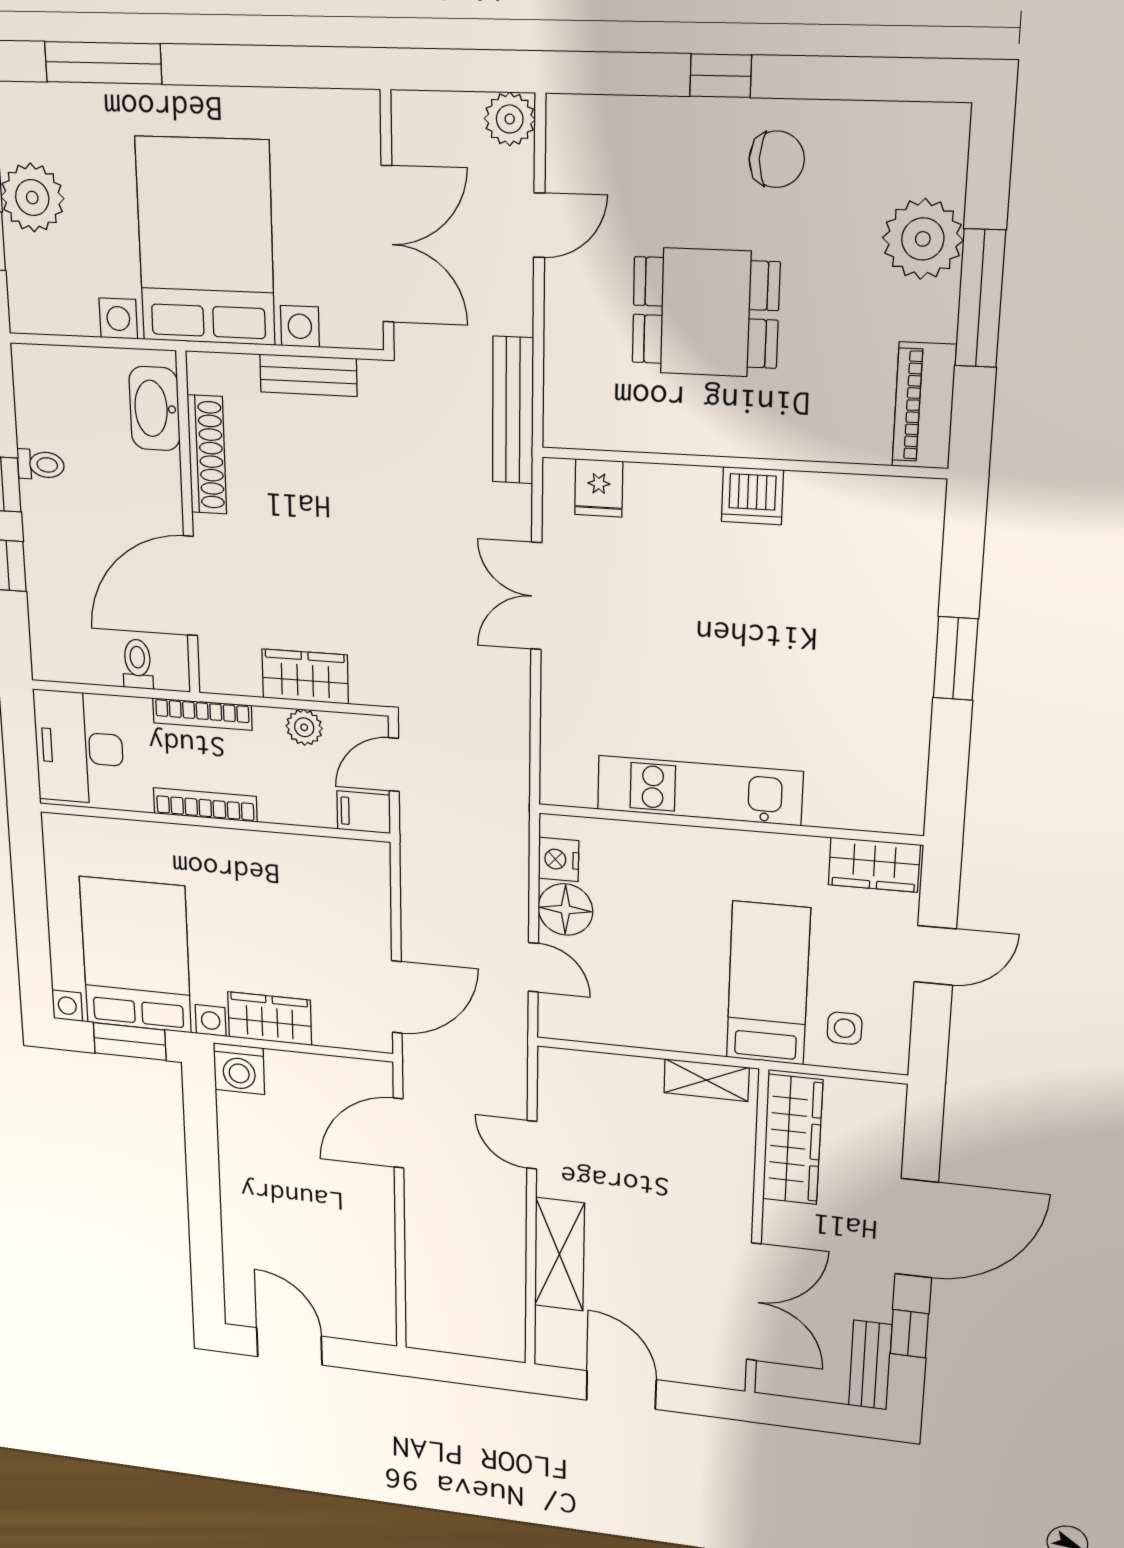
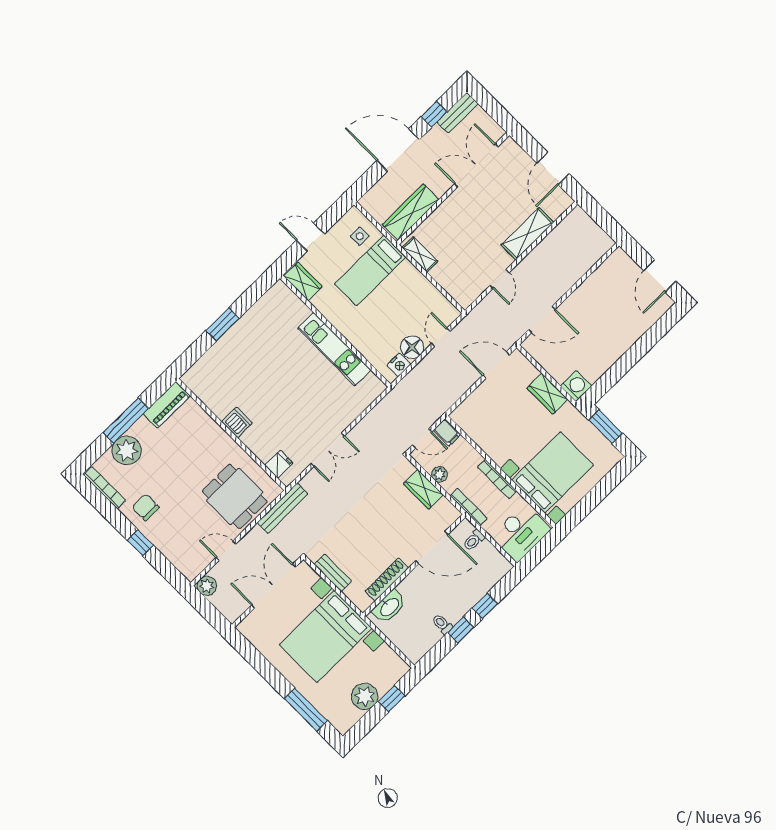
bookcase: (899, 119) -> (105, 488), added
dining table: (705, 313) -> (235, 496), moved
bed with nightstands: (136, 955) -> (553, 473), moved, turned 180

